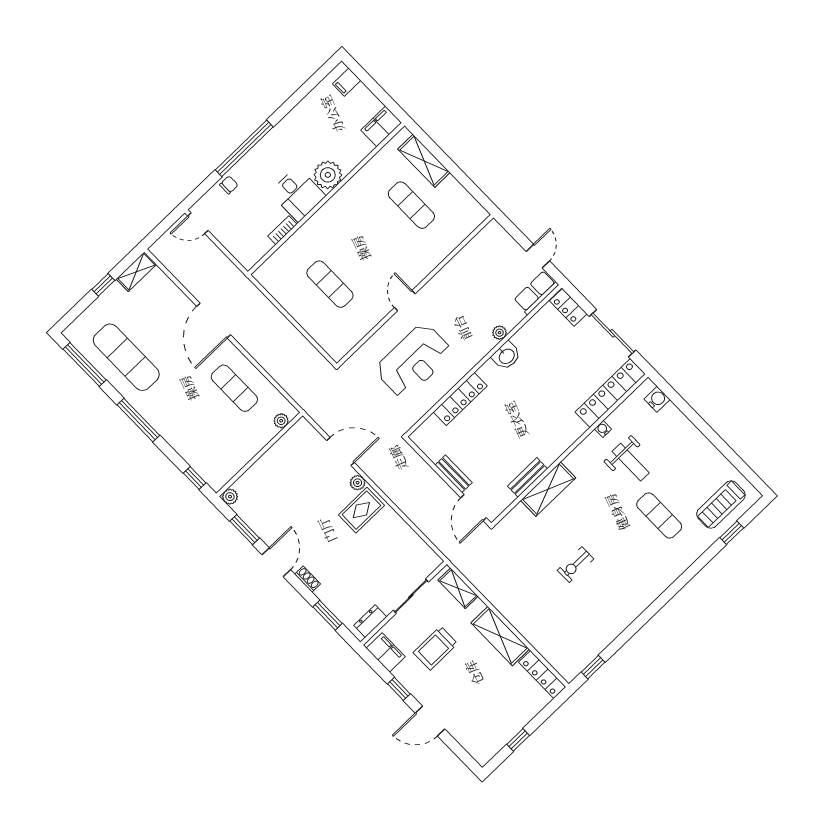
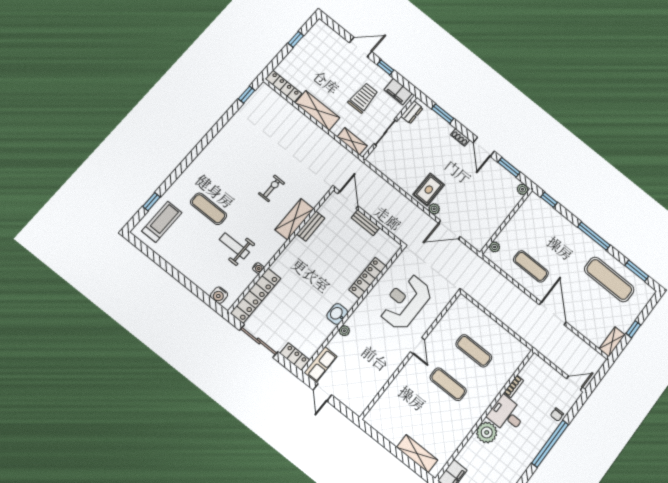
exercise mat: (411, 205) -> (448, 384), moved
window: (85, 365) -> (637, 271), width x0.69
exercise bike: (576, 565) -> (272, 188), moved

